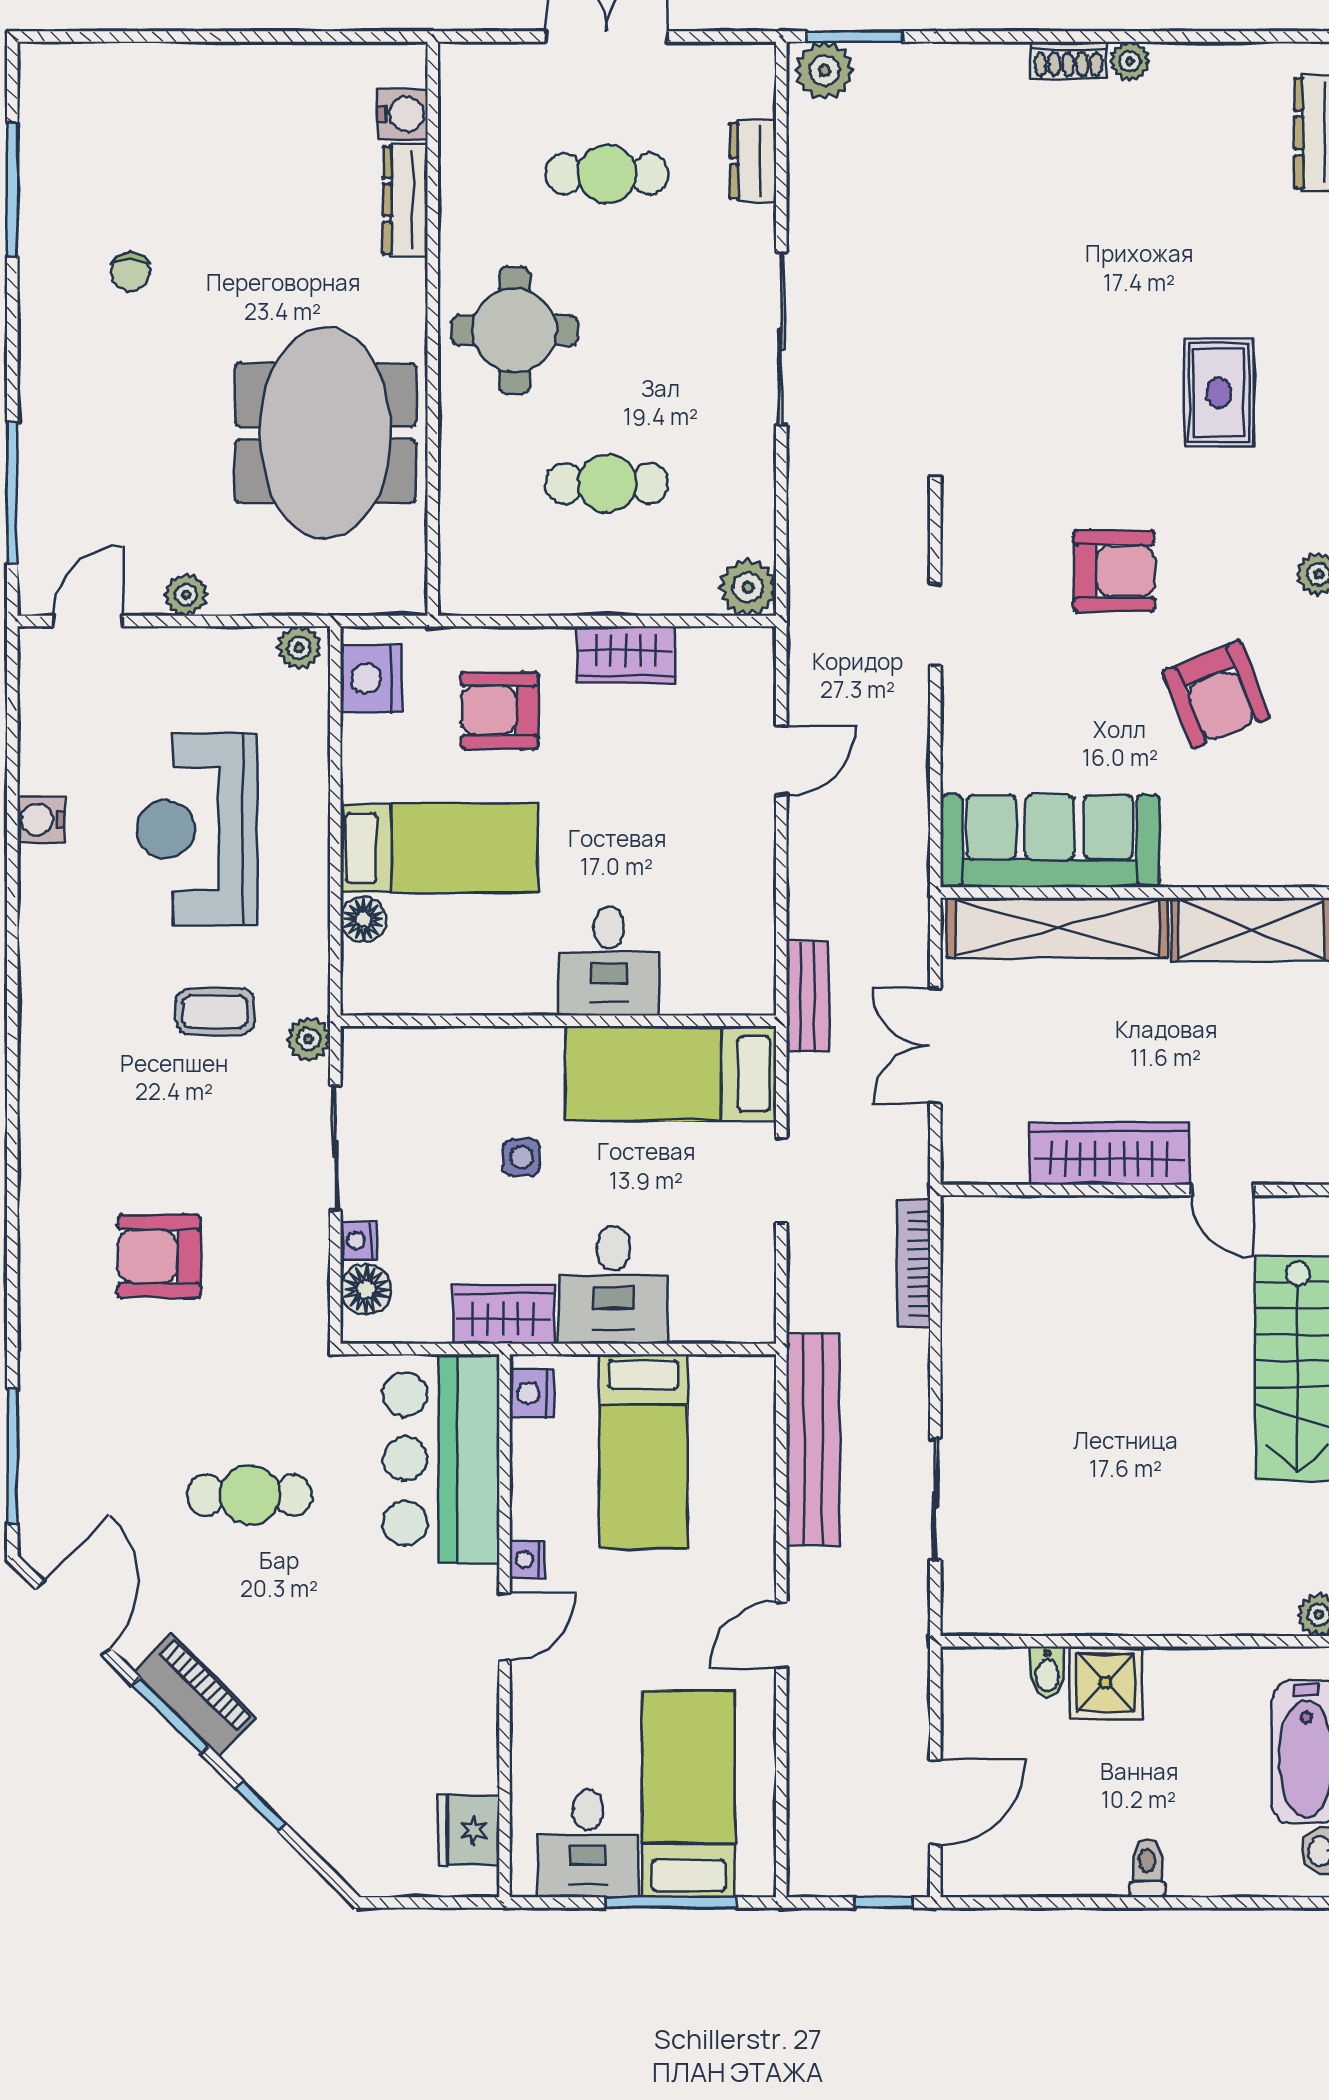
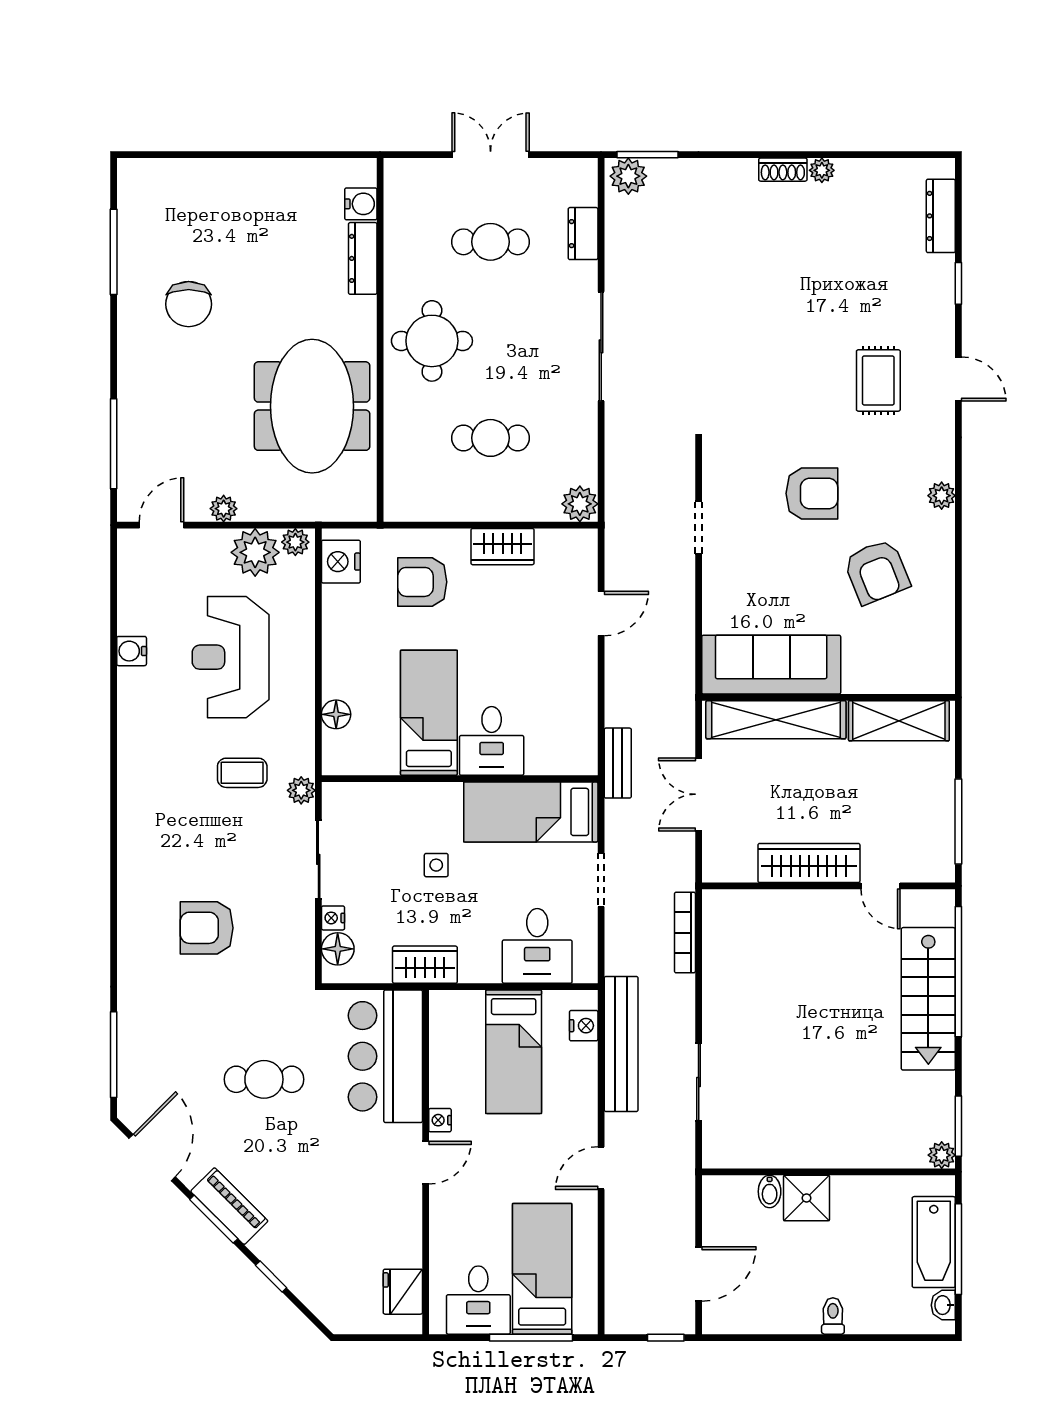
chair: (131, 272) -> (189, 304), width x1.87, depth x1.87
plant: (236, 664) -> (255, 552), added
bed: (439, 848) -> (429, 713), moved, turned -90
desk: (613, 1285) -> (537, 946), moved
nightstand: (532, 1393) -> (584, 1026), moved, turned 180

